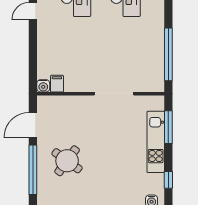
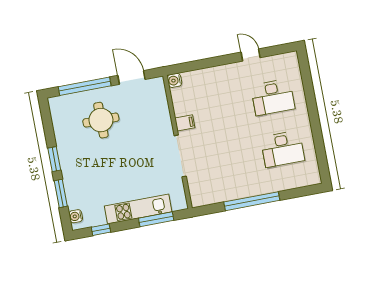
window: (168, 54) -> (252, 201), moved
filing cabinet: (57, 84) -> (185, 123), moved
round table: (67, 161) -> (101, 120), turned -36

